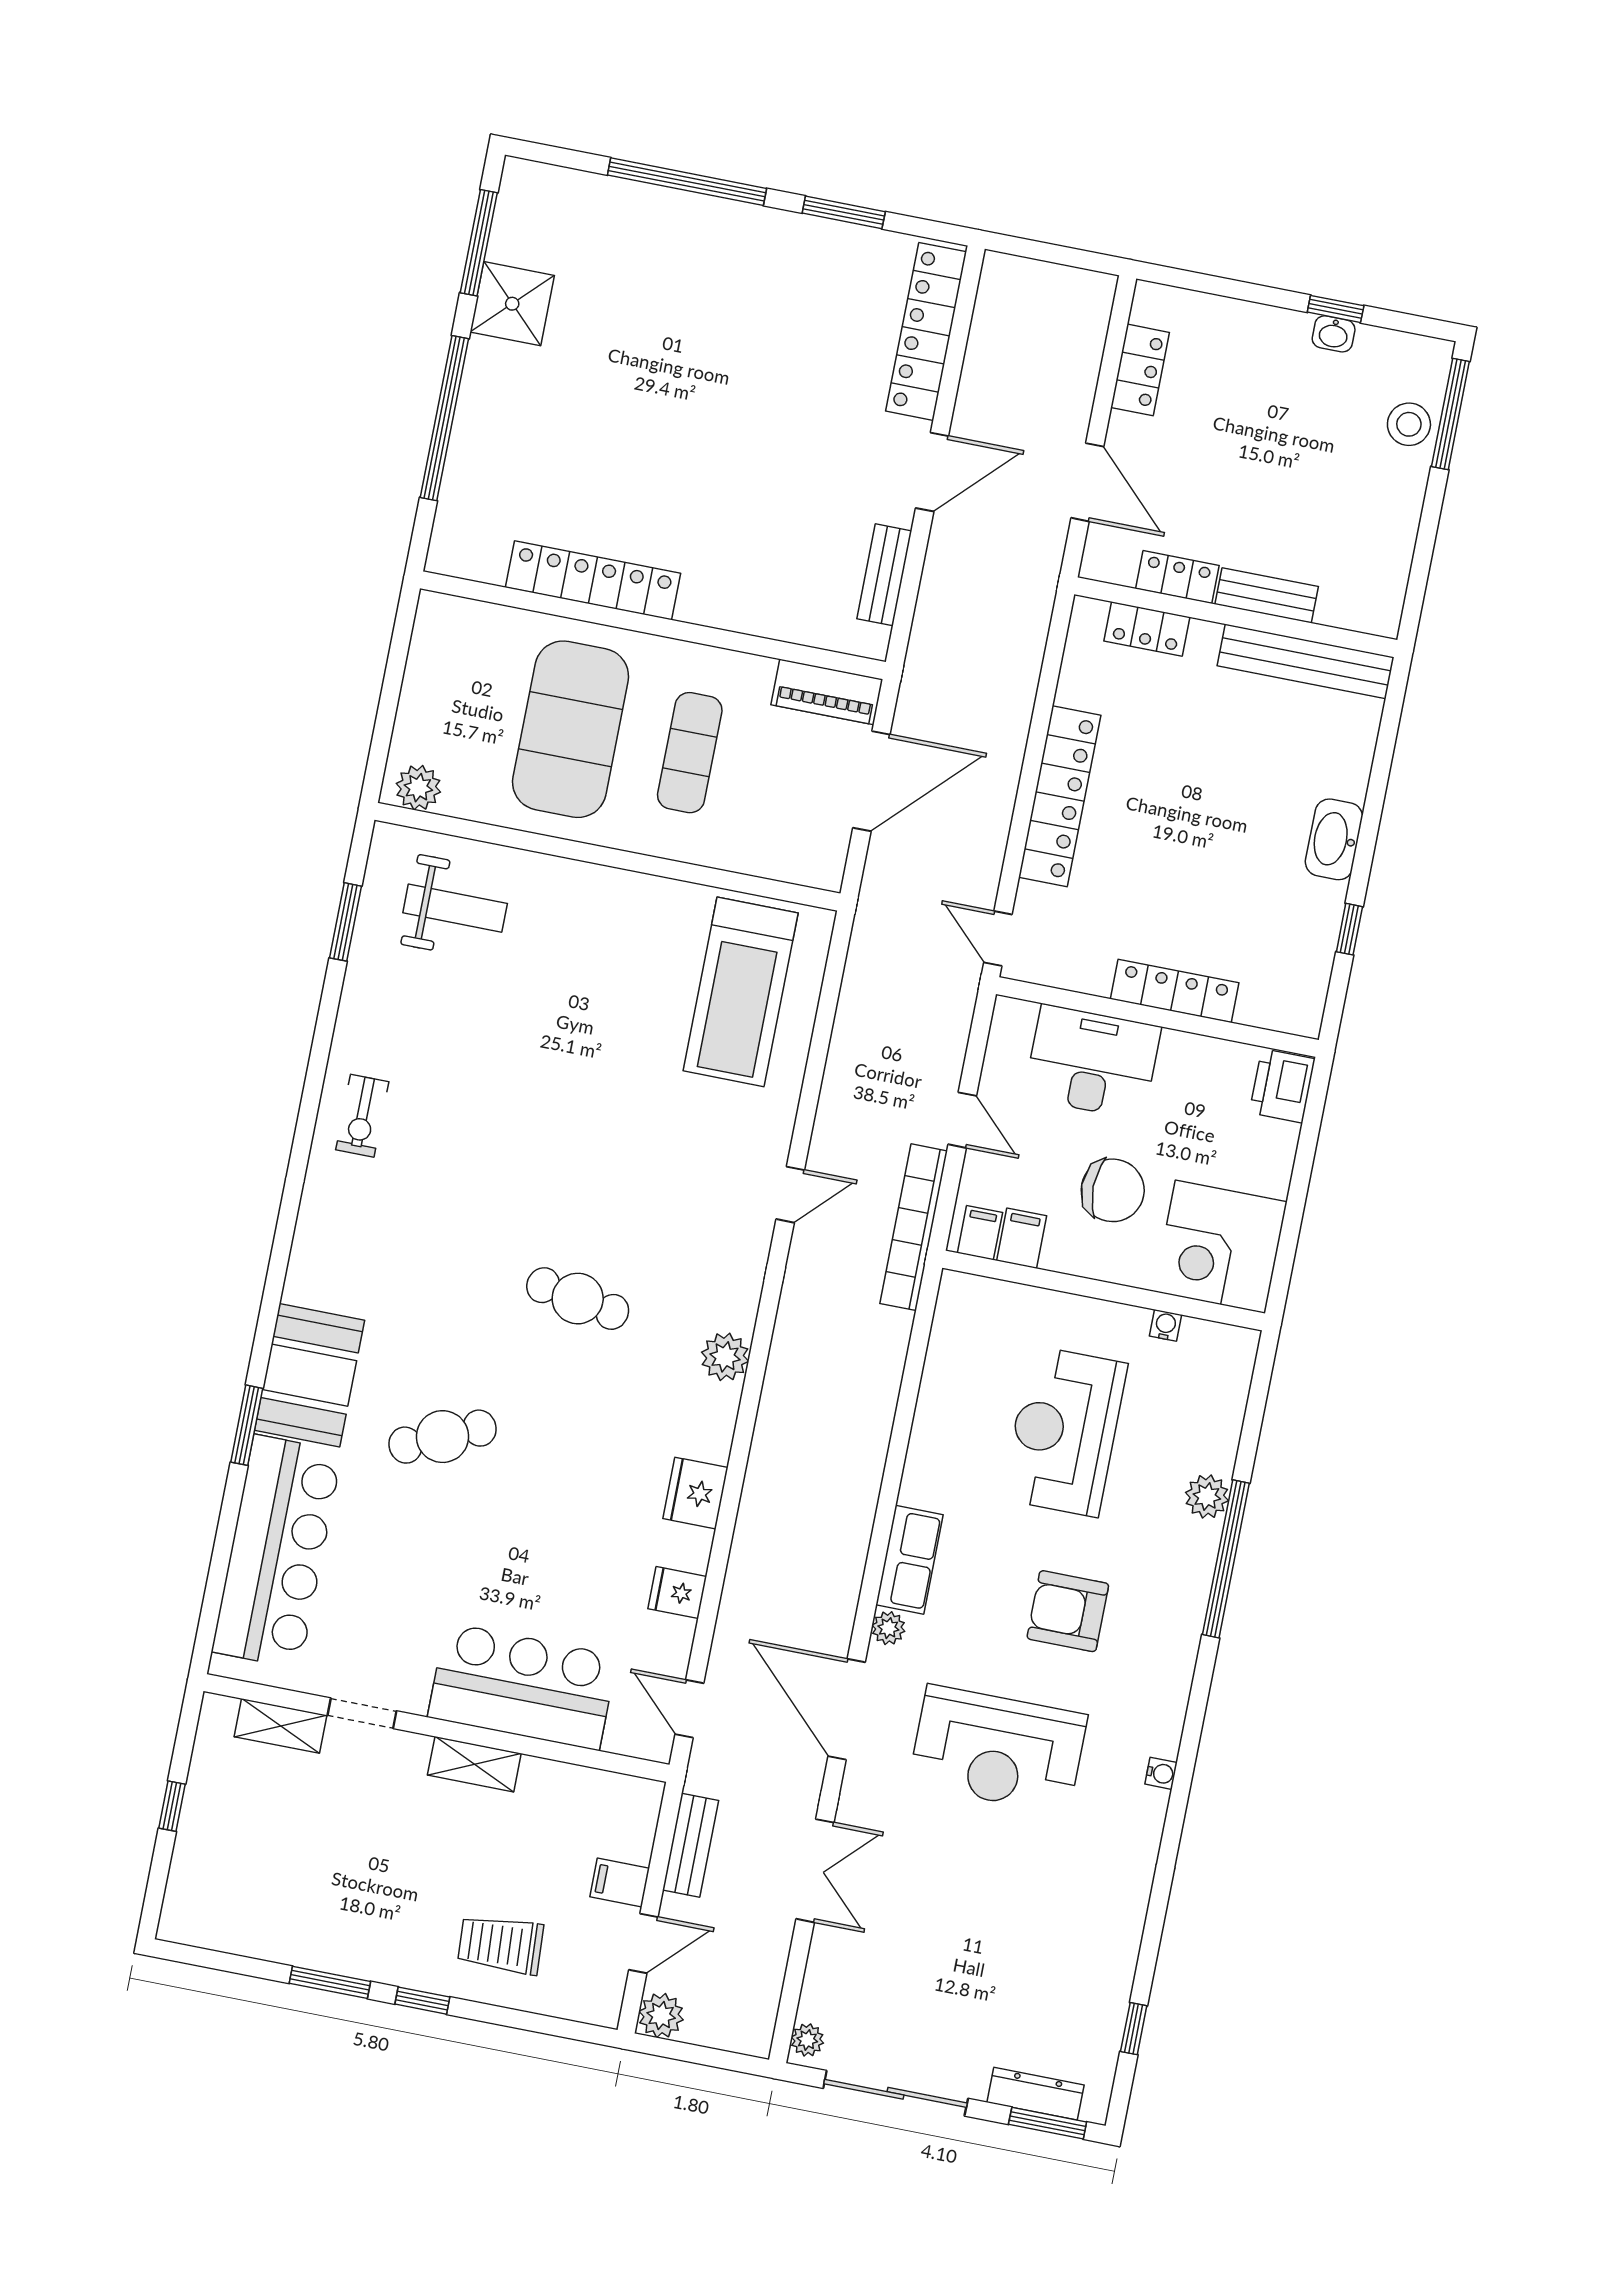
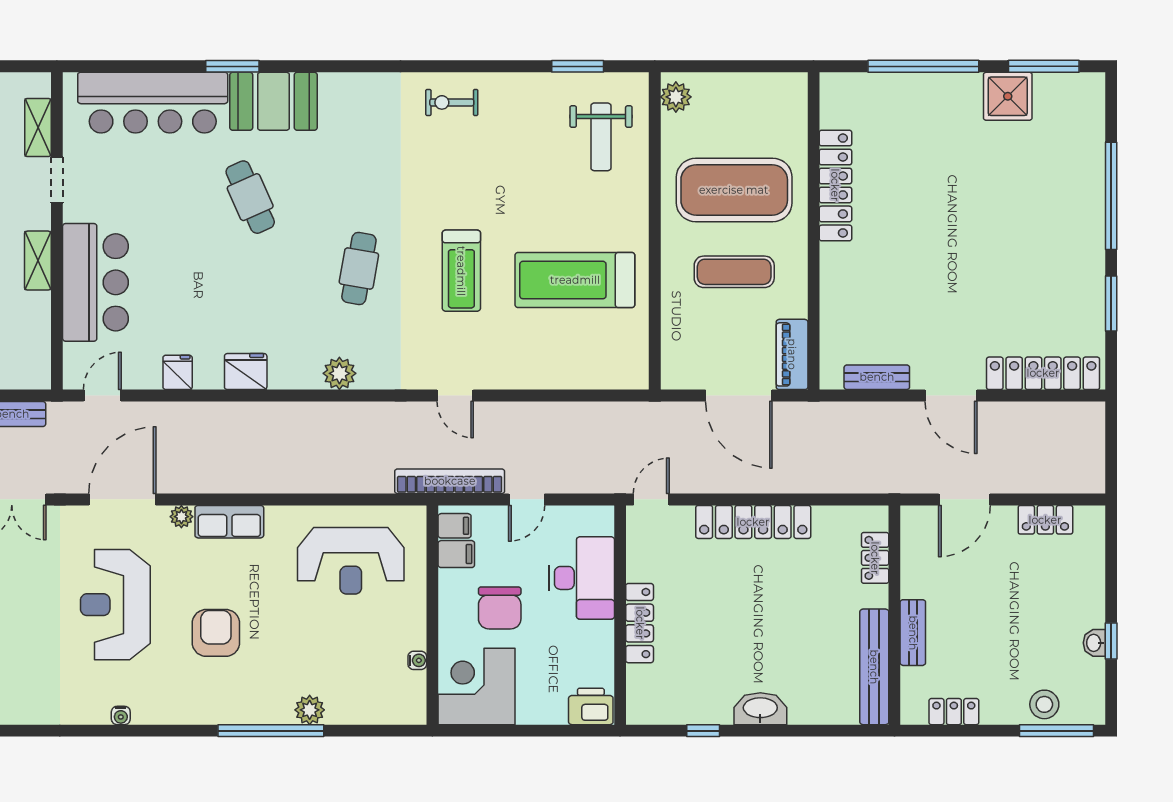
locker: (1177, 577) -> (954, 712), moved, turned -90
treadmill: (741, 992) -> (575, 280), moved
treadmill: (610, 1150) -> (461, 271), added
reception desk: (1065, 1431) -> (351, 561), moved, turned 180

